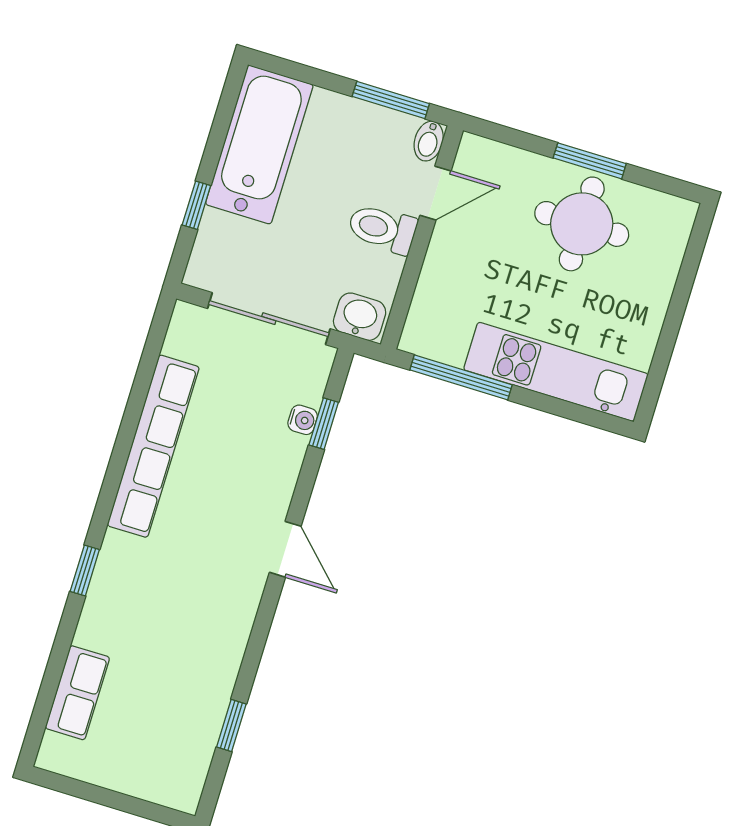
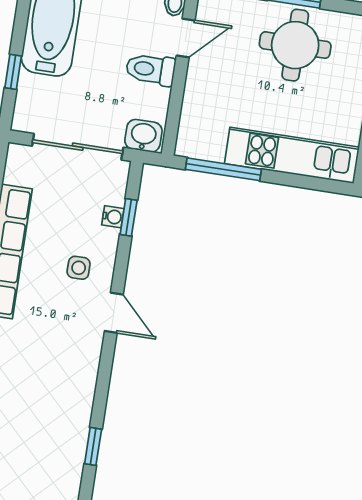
side table: (247, 482) -> (79, 268), added

